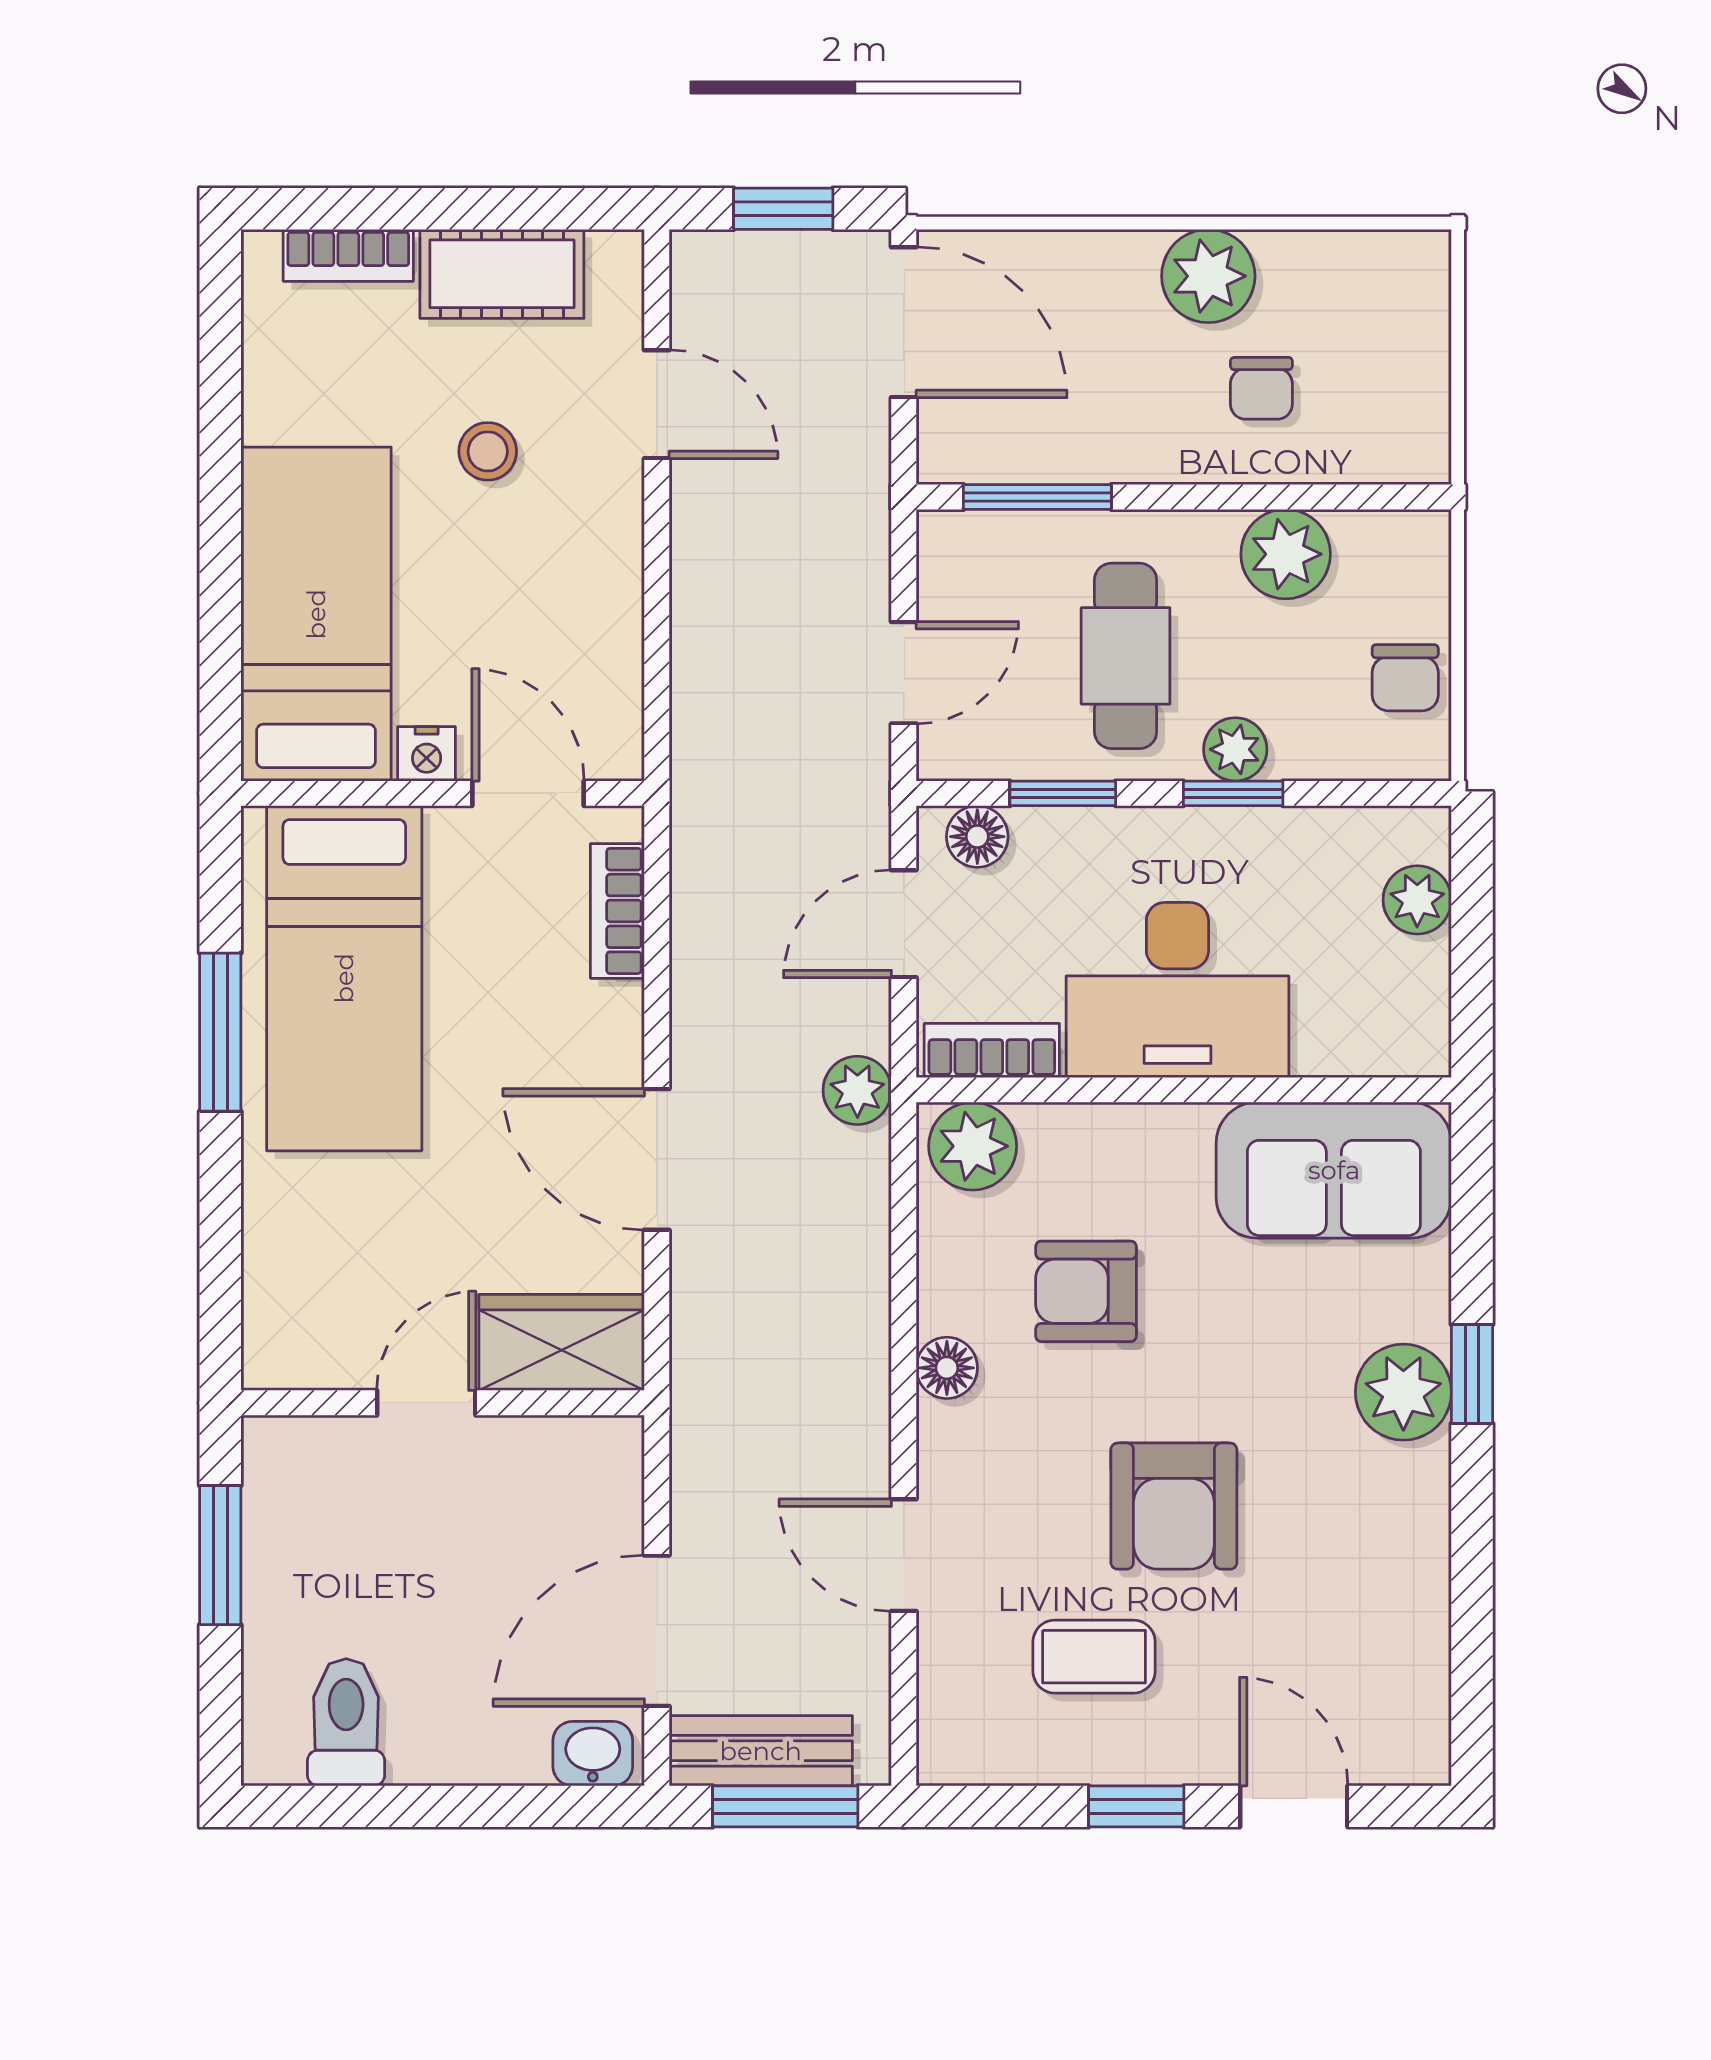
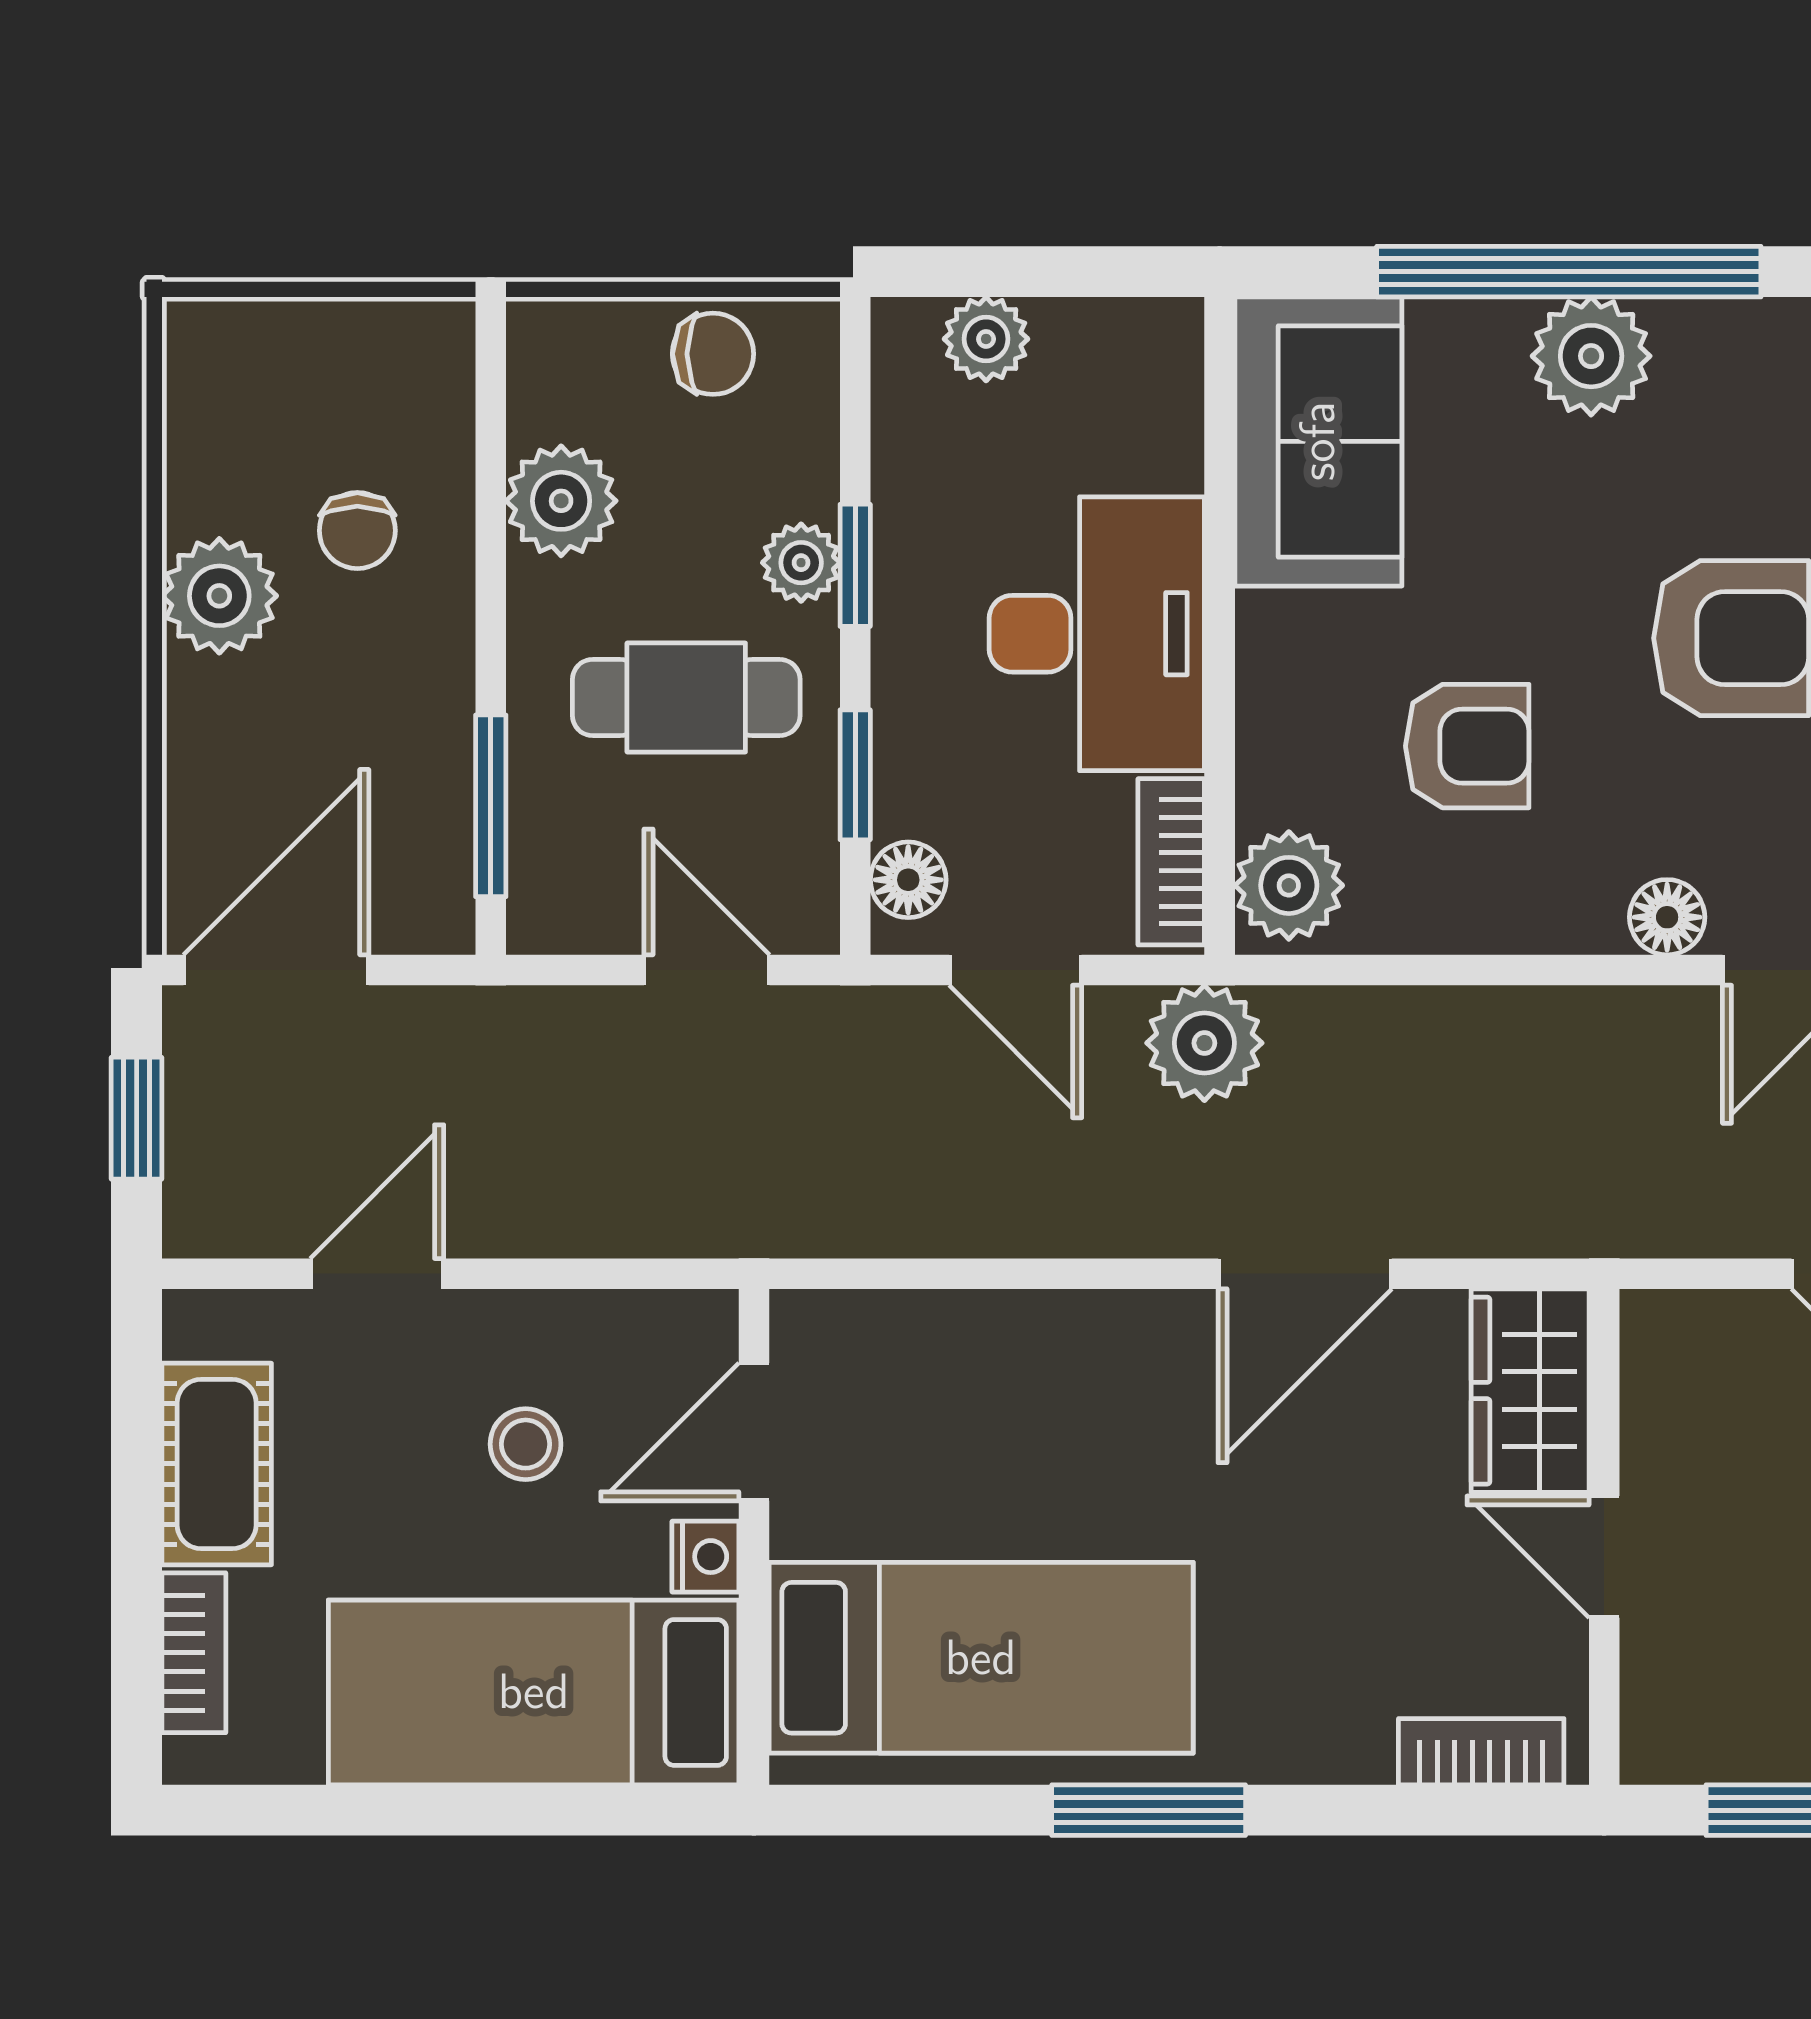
chair: (1261, 388) -> (357, 531), turned 90
stool: (488, 451) -> (526, 1444), moved
bed: (316, 614) -> (534, 1692), moved
nightstand: (427, 754) -> (705, 1557), moved
wall: (443, 793) -> (754, 1537), moved
door: (528, 793) -> (754, 1432), moved
bookcase: (617, 911) -> (1481, 1752), moved, turned 180
bed: (344, 978) -> (981, 1658), moved
plant: (857, 1090) -> (1204, 1043), width x1.38, depth x1.38
armchair: (1086, 1291) -> (1467, 746), turned -90
floor lamp: (947, 1368) -> (1667, 917), moved
window: (1472, 1374) -> (1569, 272), width x3.17

